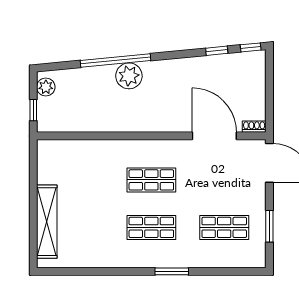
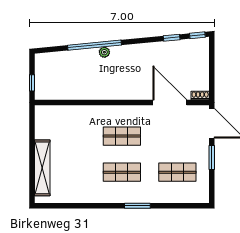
plant: (129, 76) -> (104, 52), width x0.53, depth x0.53
plant: (46, 87) -> (41, 65), removed
window: (269, 226) -> (212, 158), moved

